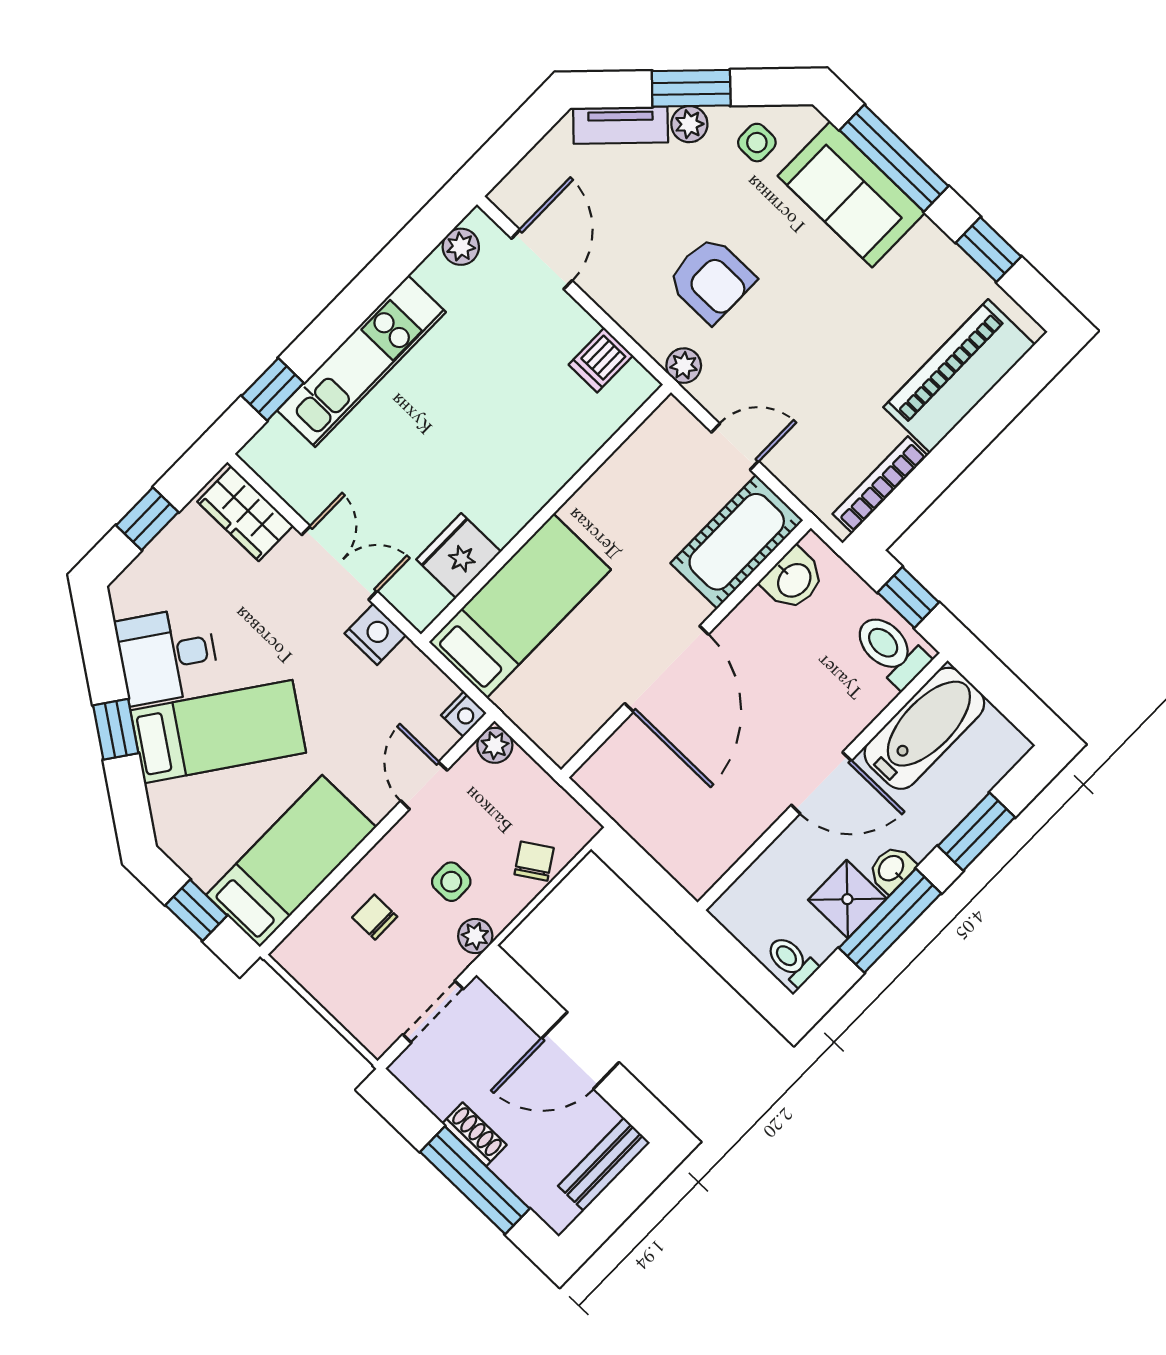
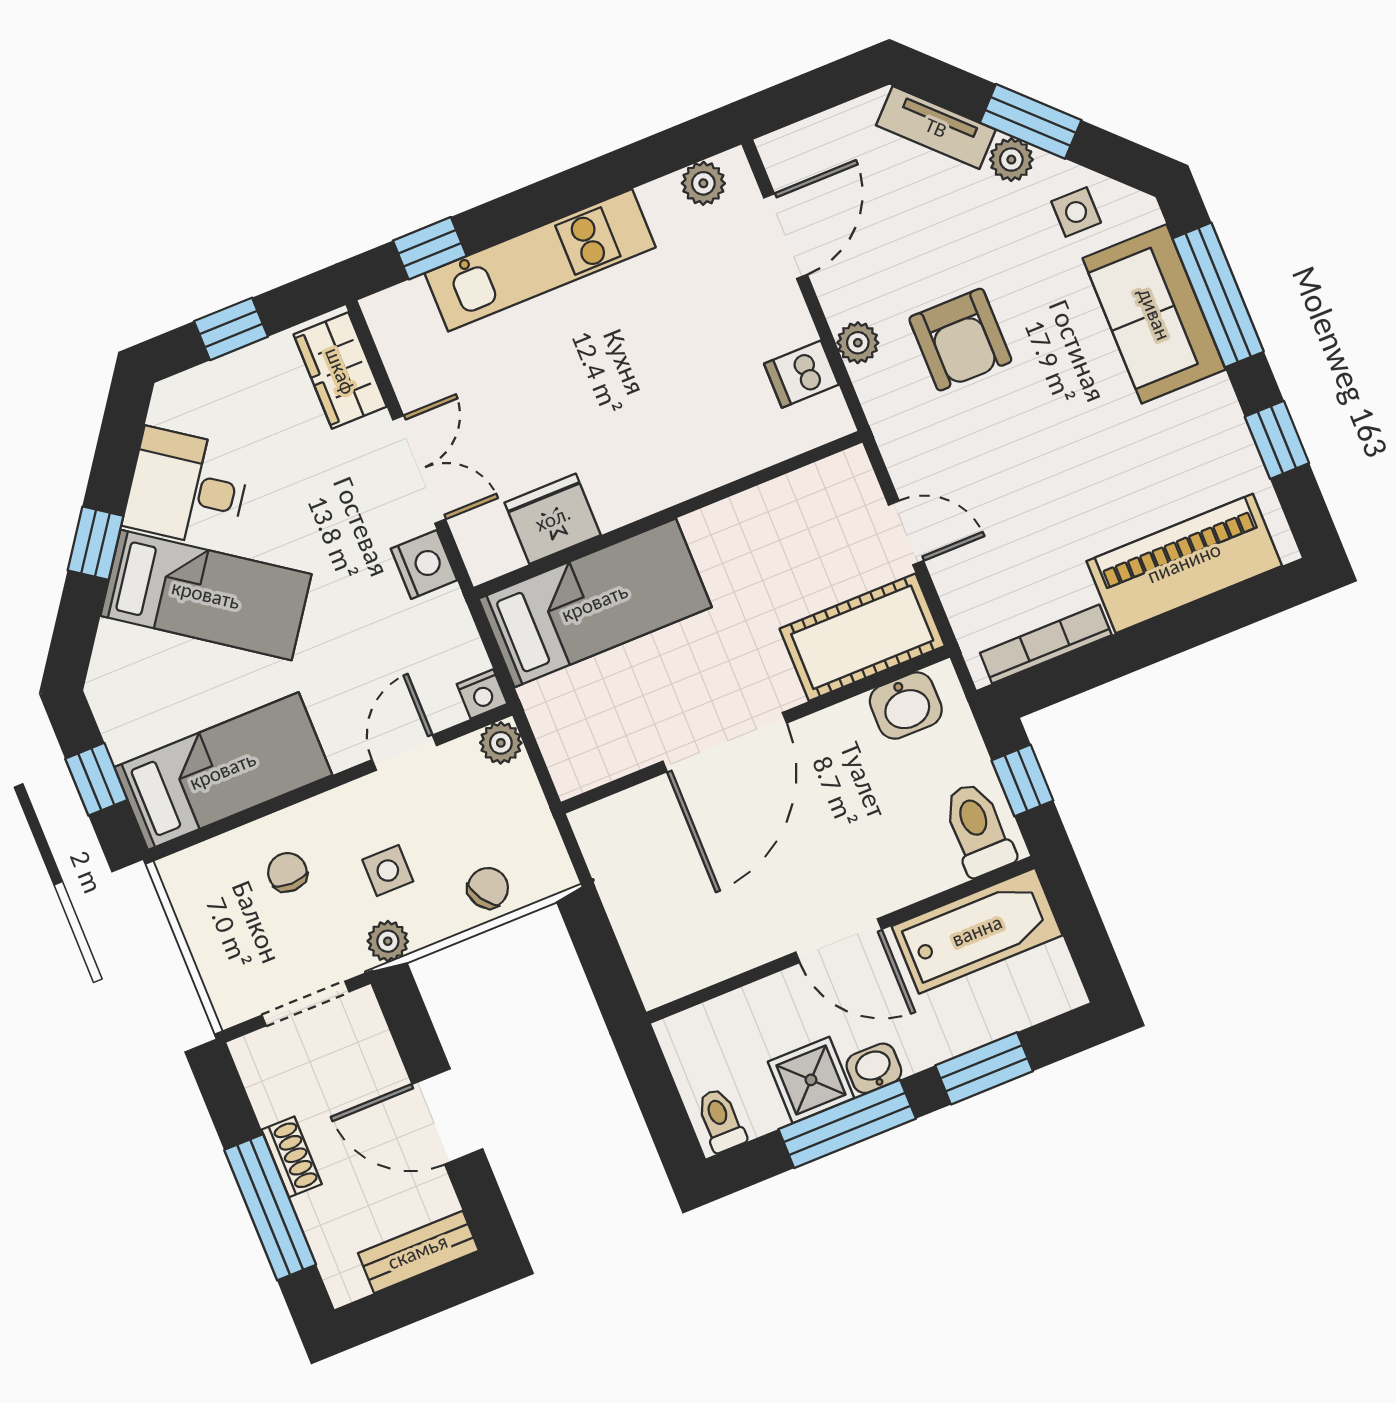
plant: (684, 366) -> (858, 343), moved

